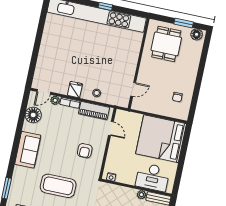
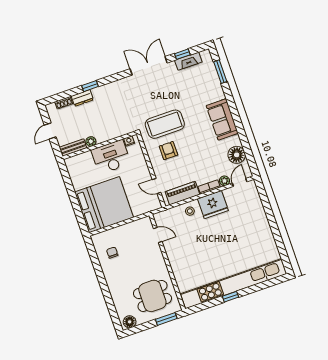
window: (184, 23) -> (166, 319), moved
dining table: (166, 44) -> (152, 296), turned 90
door: (133, 89) -> (158, 235), swing flipped
fridge: (75, 90) -> (213, 205), width x1.88, depth x1.34
desk: (153, 177) -> (111, 157), moved
coffee table: (58, 186) -> (165, 124), moved

